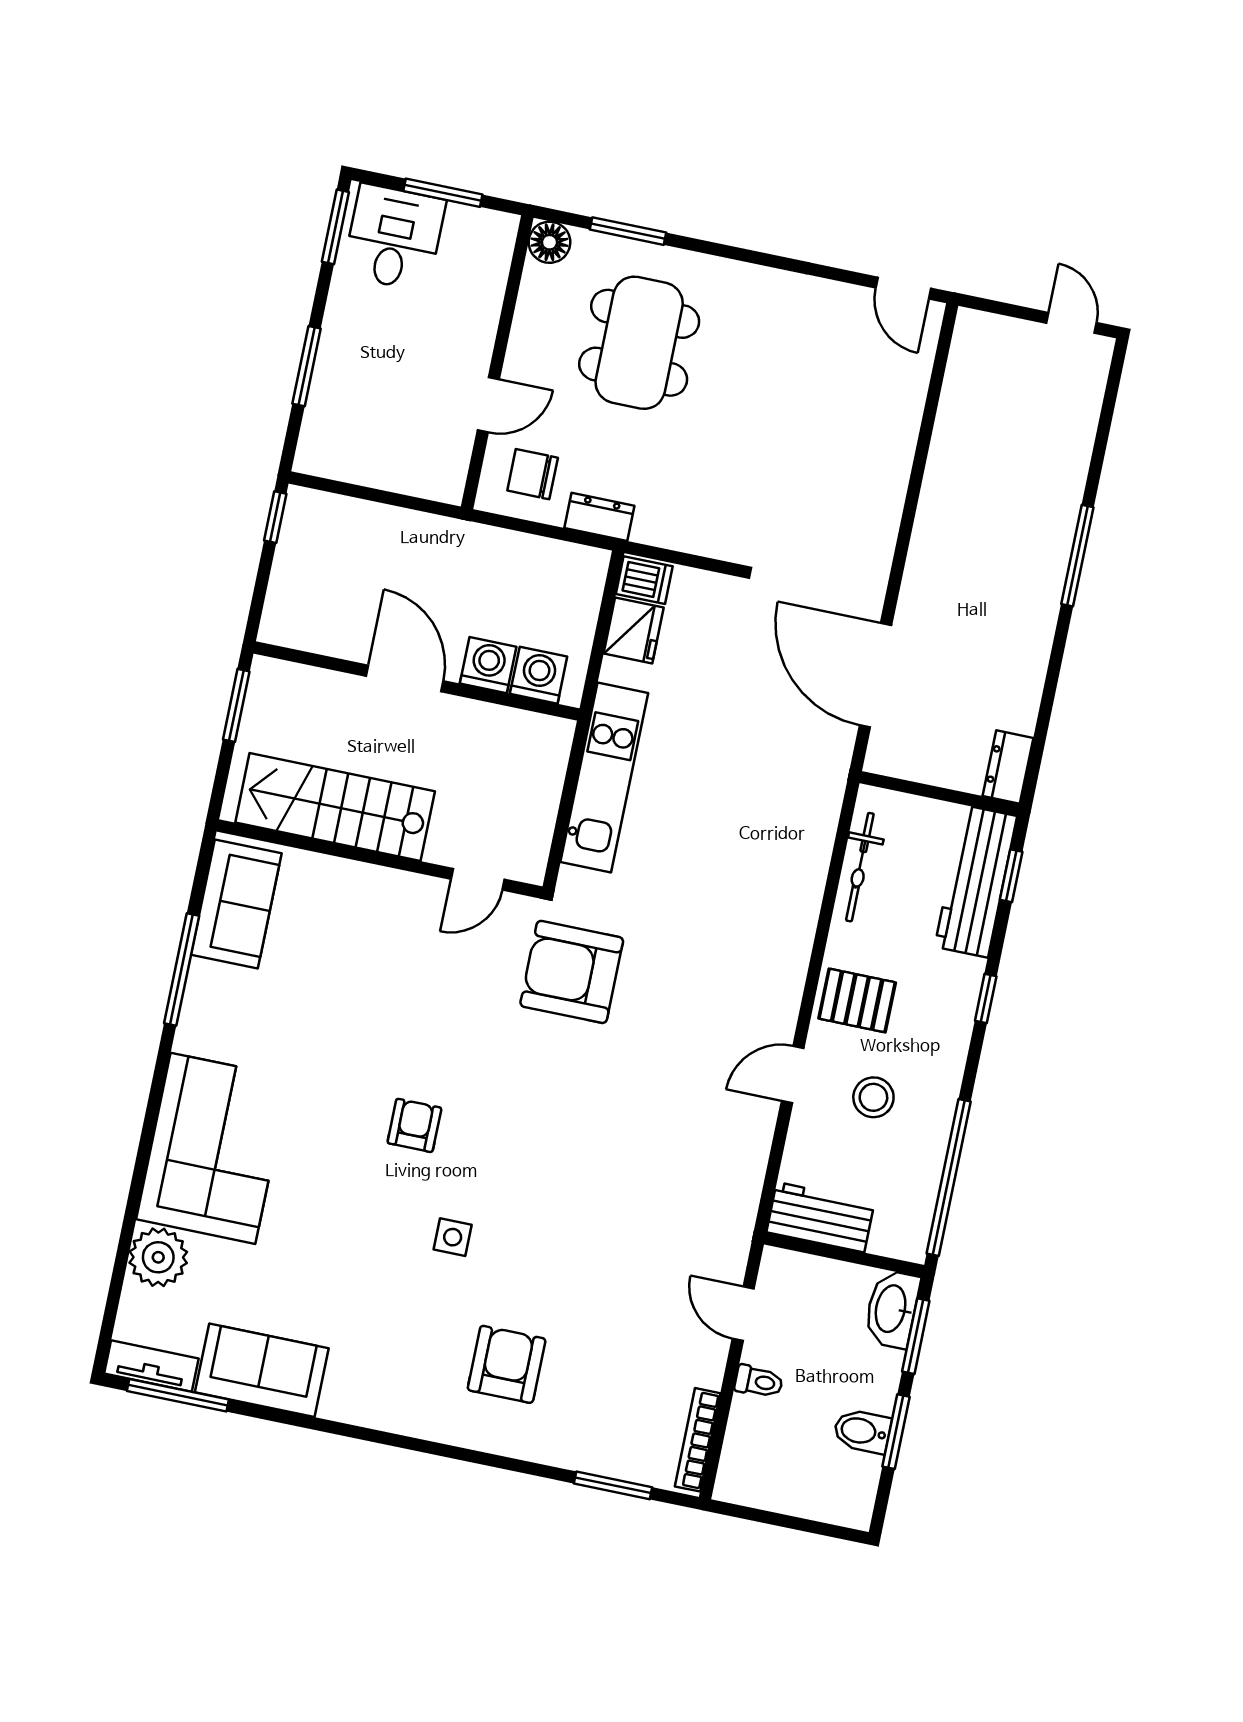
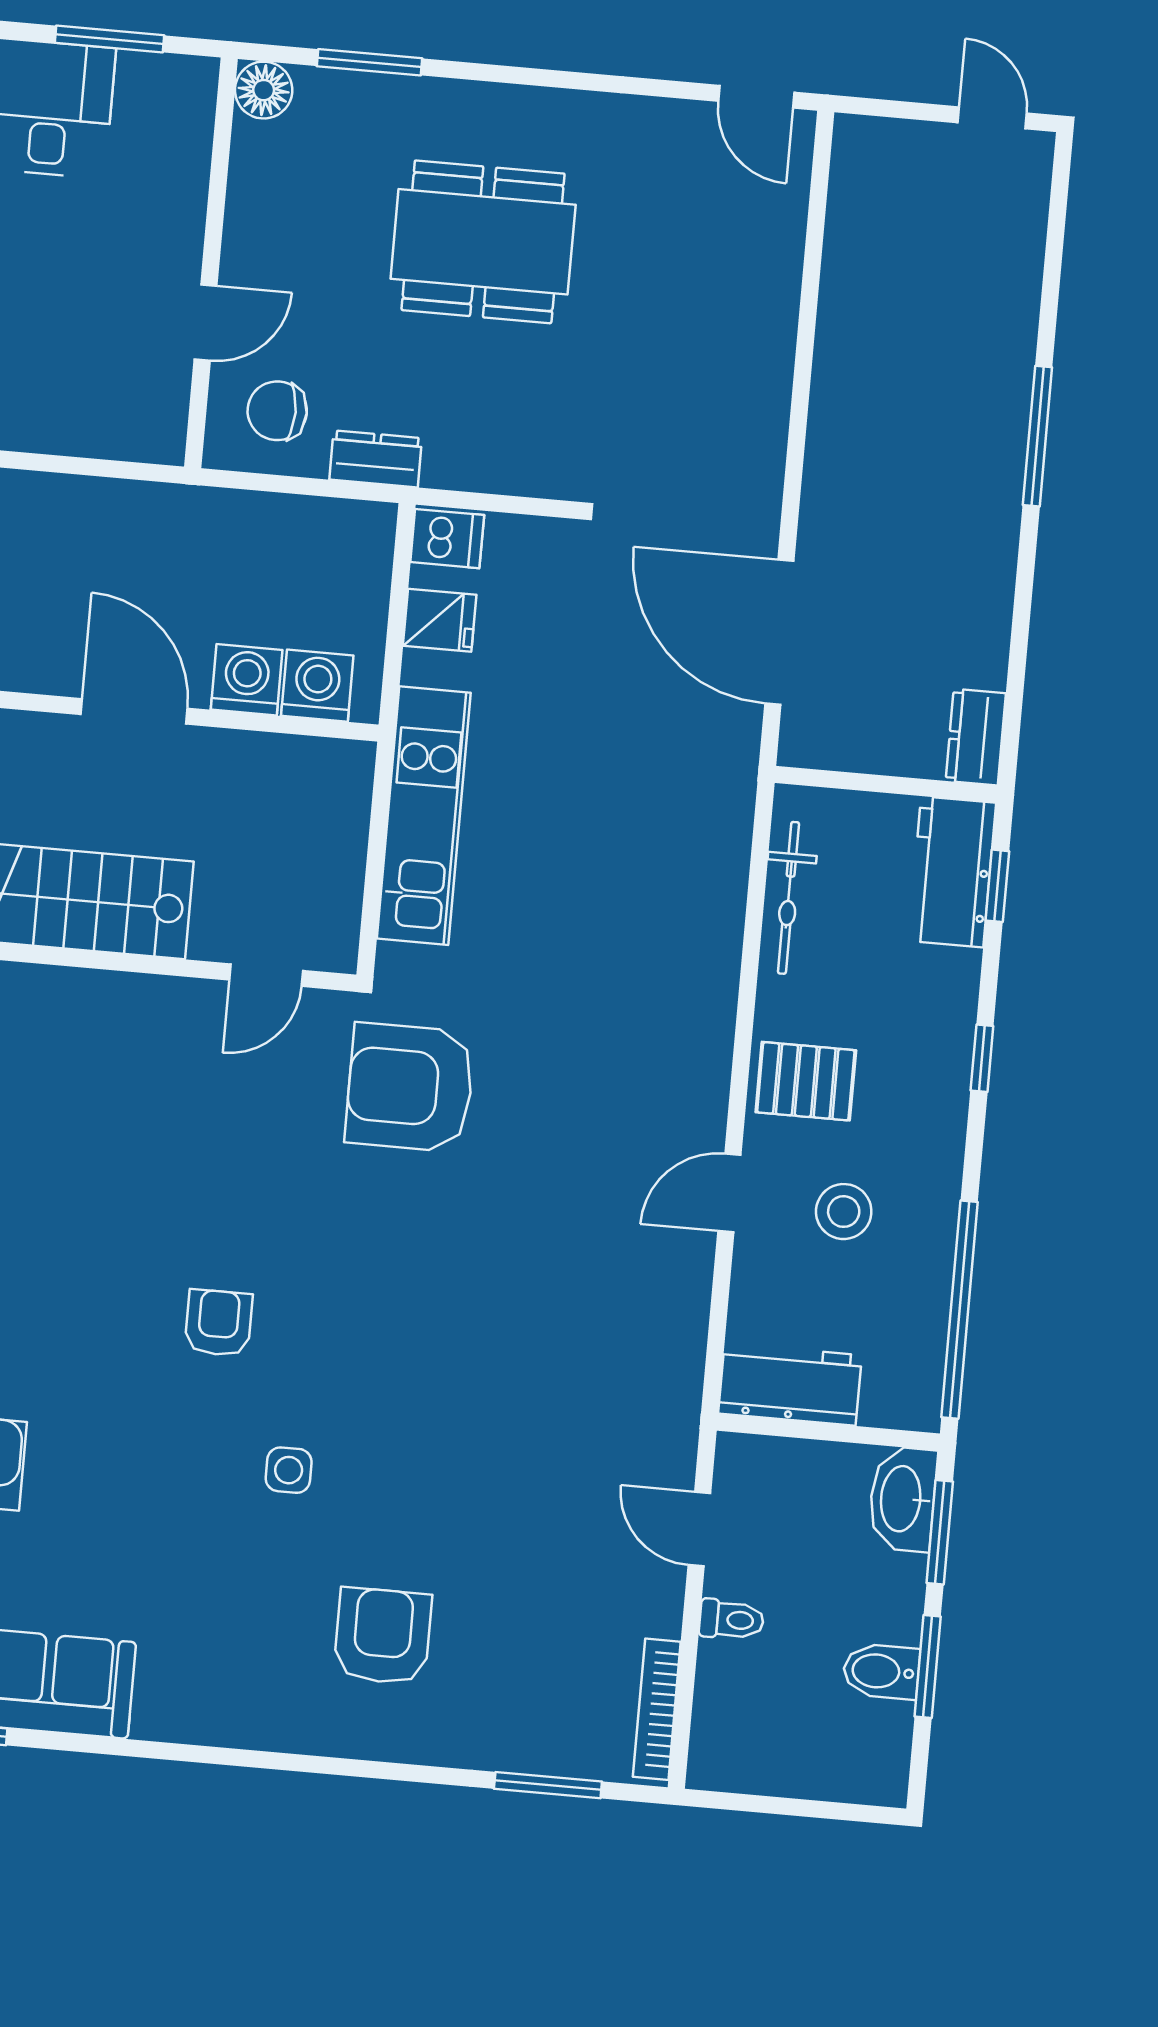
dining table: (639, 343) -> (483, 242), moved, turned 90
fridge: (634, 631) -> (440, 620), width x0.72
workbench: (976, 881) -> (952, 872), width x0.73

